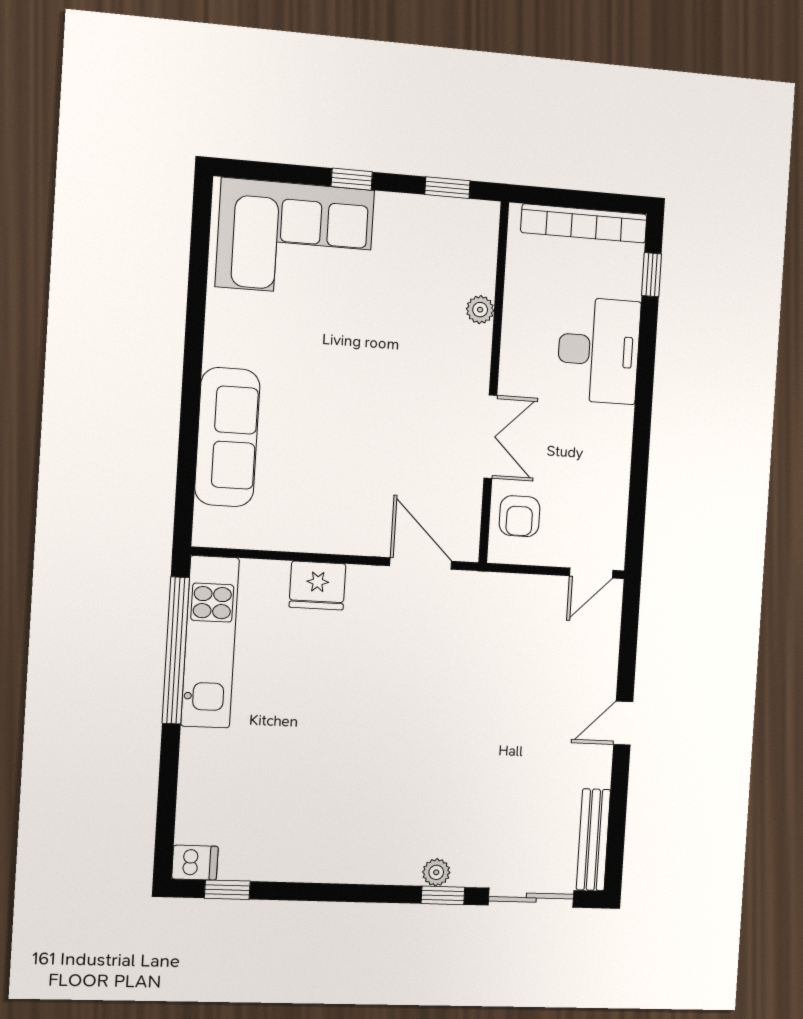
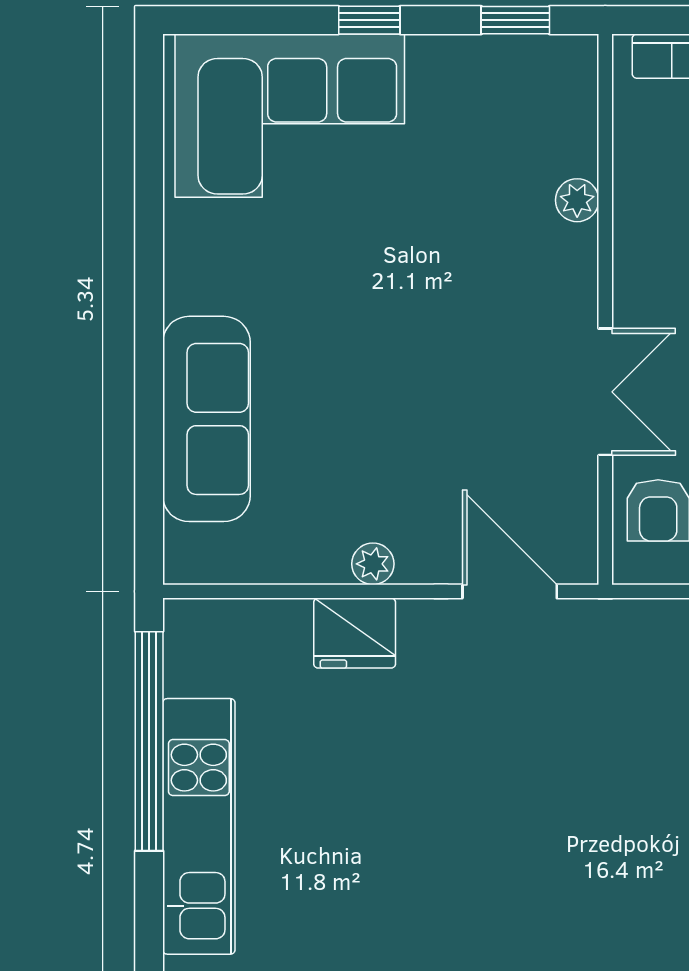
plant: (332, 540) -> (373, 564), added
kitchen unit: (210, 642) -> (199, 826), moved

